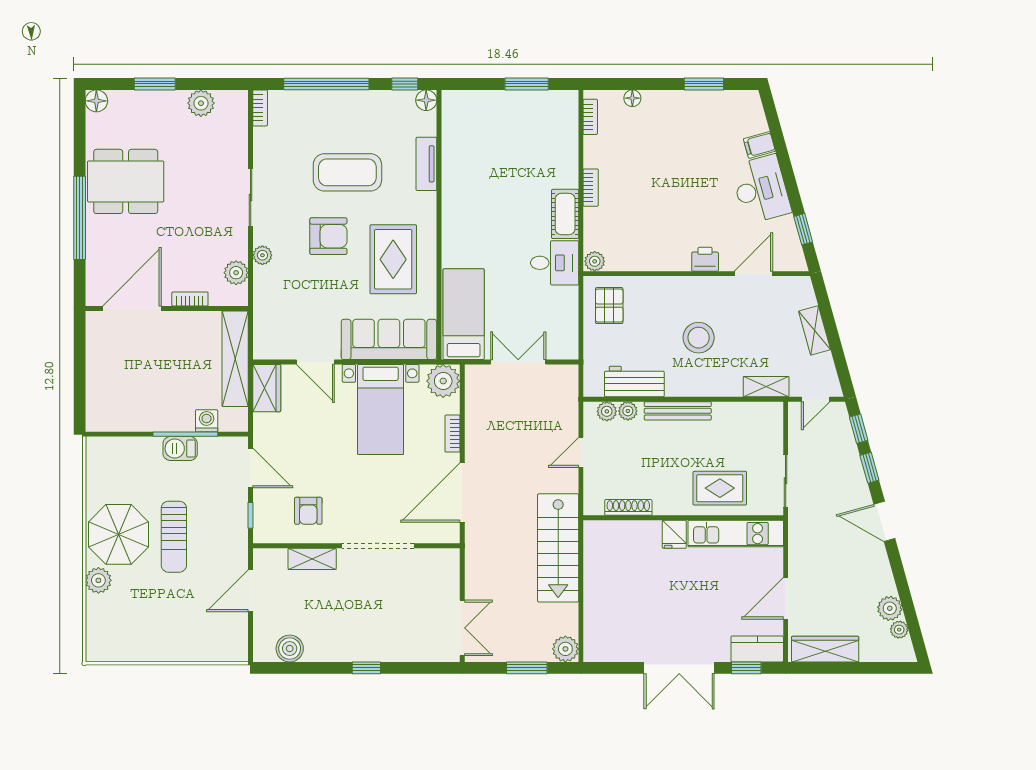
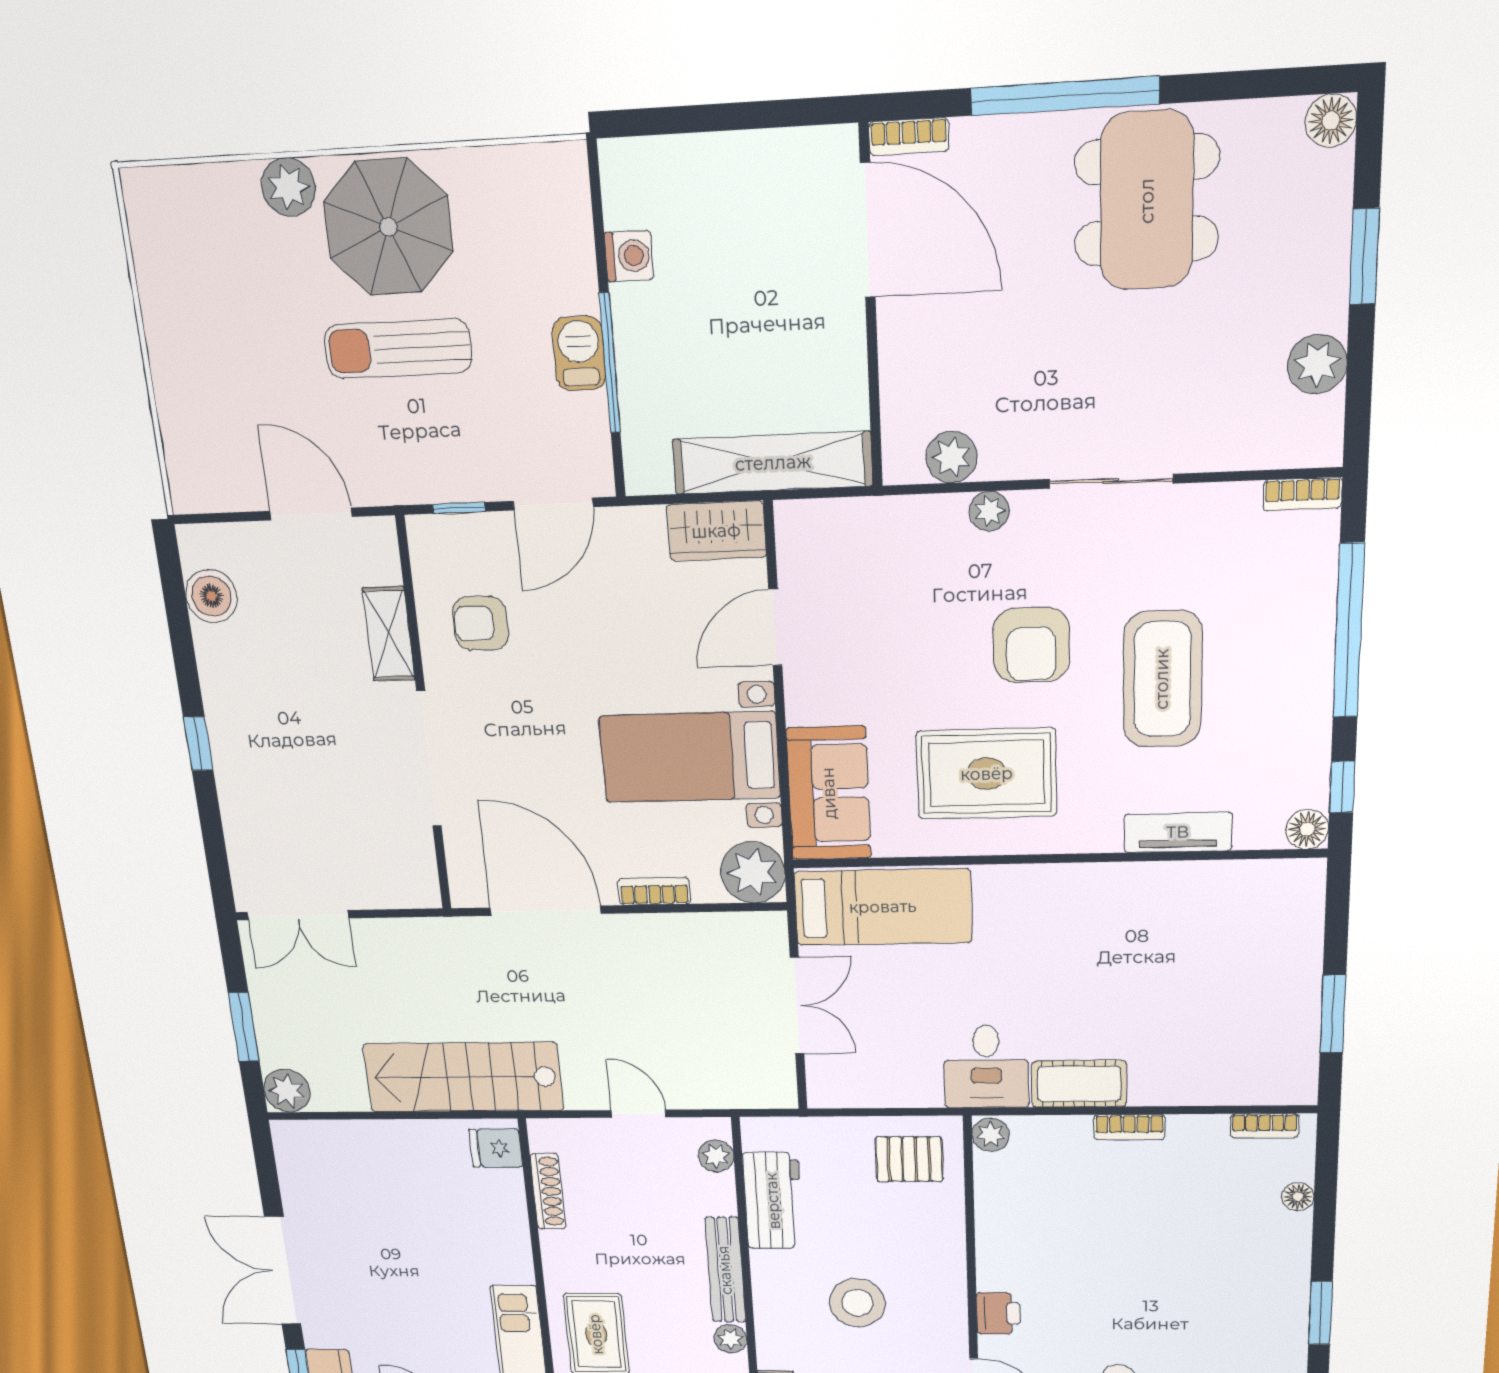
bookcase: (190, 299) -> (909, 137), moved, turned 90
sofa: (389, 339) -> (829, 793), width x0.73
plant: (628, 411) -> (730, 1339), moved
washing machine: (207, 421) -> (629, 256), moved
fridge: (674, 534) -> (496, 1148), moved

